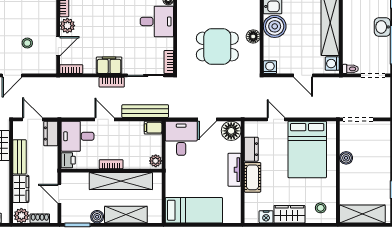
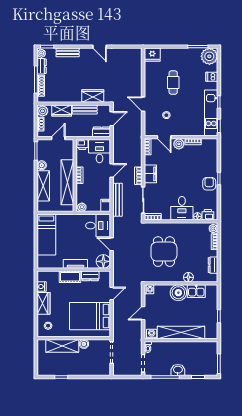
floor lamp: (253, 36) -> (188, 277), moved
shelving: (362, 214) -> (62, 346), moved, turned 90

